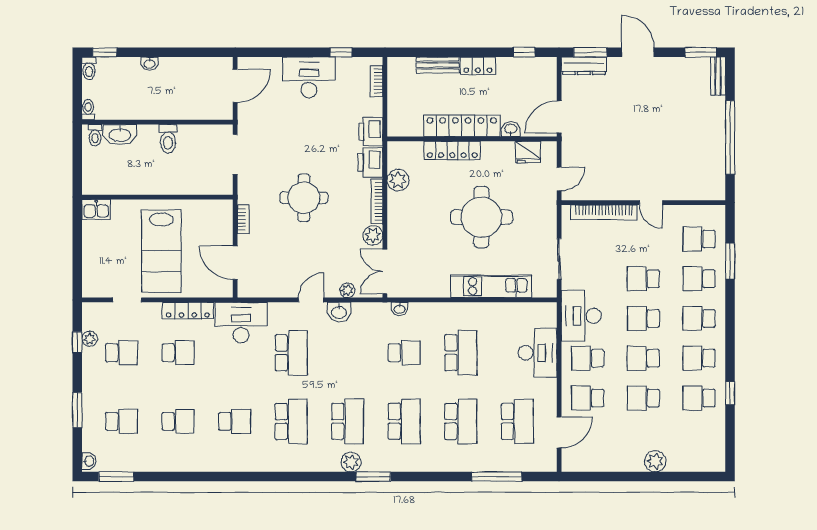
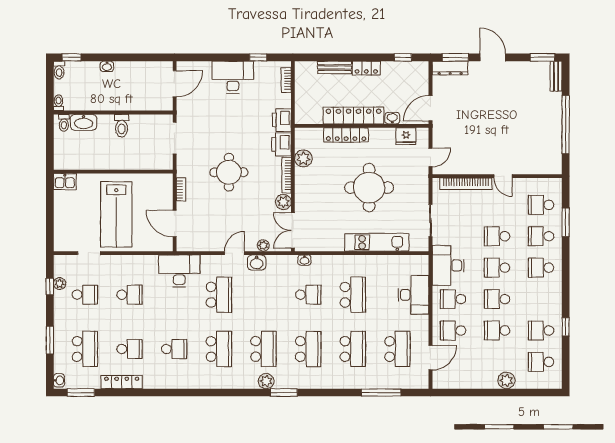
locker: (188, 311) -> (122, 382), moved, turned 180
school desk: (699, 358) -> (541, 362), moved
school desk: (122, 421) -> (85, 349), width x1.85

